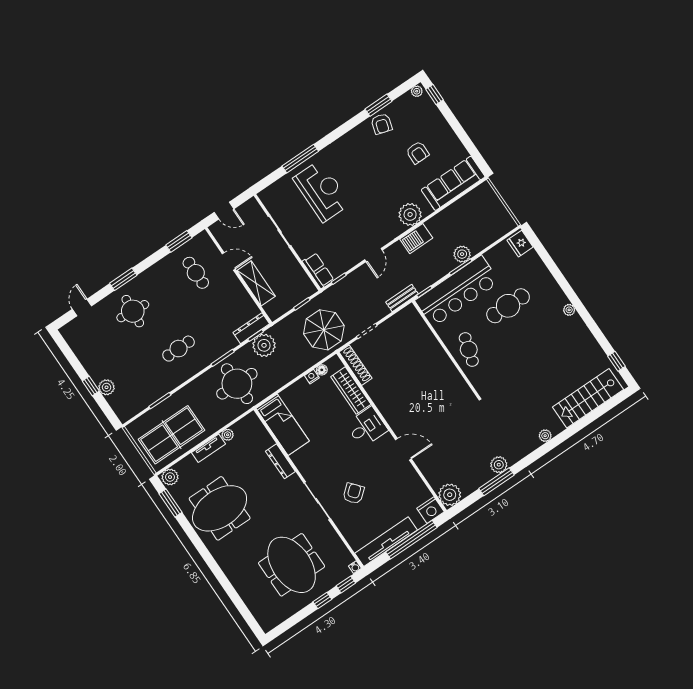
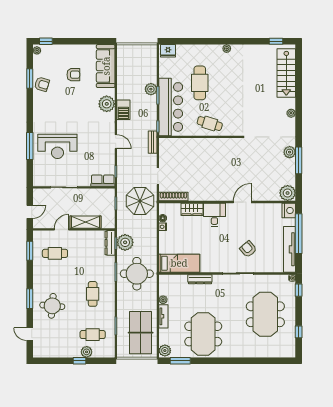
reception desk: (322, 191) -> (57, 146), turned 180
cafe table: (131, 381) -> (93, 335), added
wardrobe: (351, 391) -> (192, 209), width x0.67
meeting table: (292, 565) -> (265, 314), turned 90
window: (322, 600) -> (299, 332), moved

